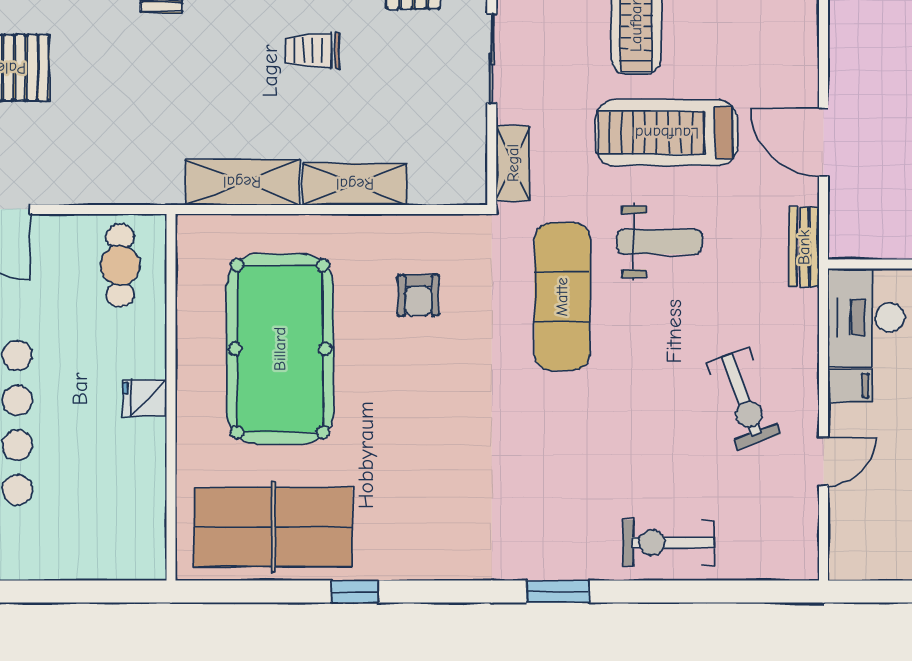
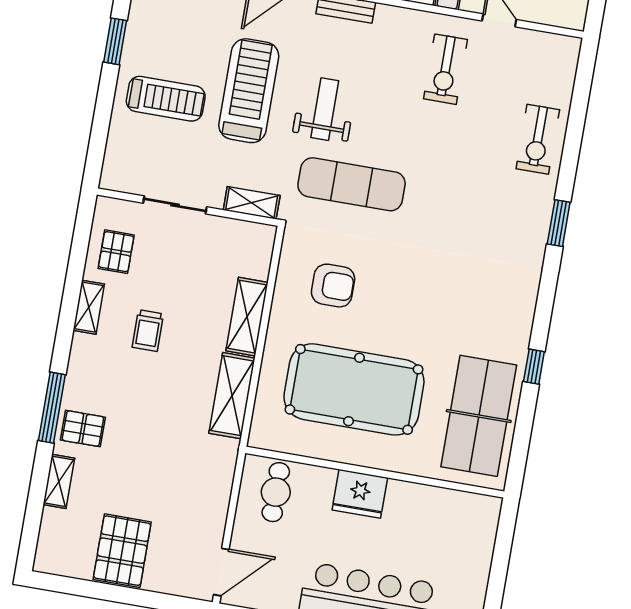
treadmill: (667, 133) -> (249, 91), turned 180
cafe table: (120, 265) -> (276, 492), turned 90
armchair: (418, 295) -> (333, 286), width x1.38, depth x1.38
fridge: (145, 398) -> (360, 494), width x1.88, depth x1.34
exercise bike: (743, 399) -> (445, 69), turned 110

